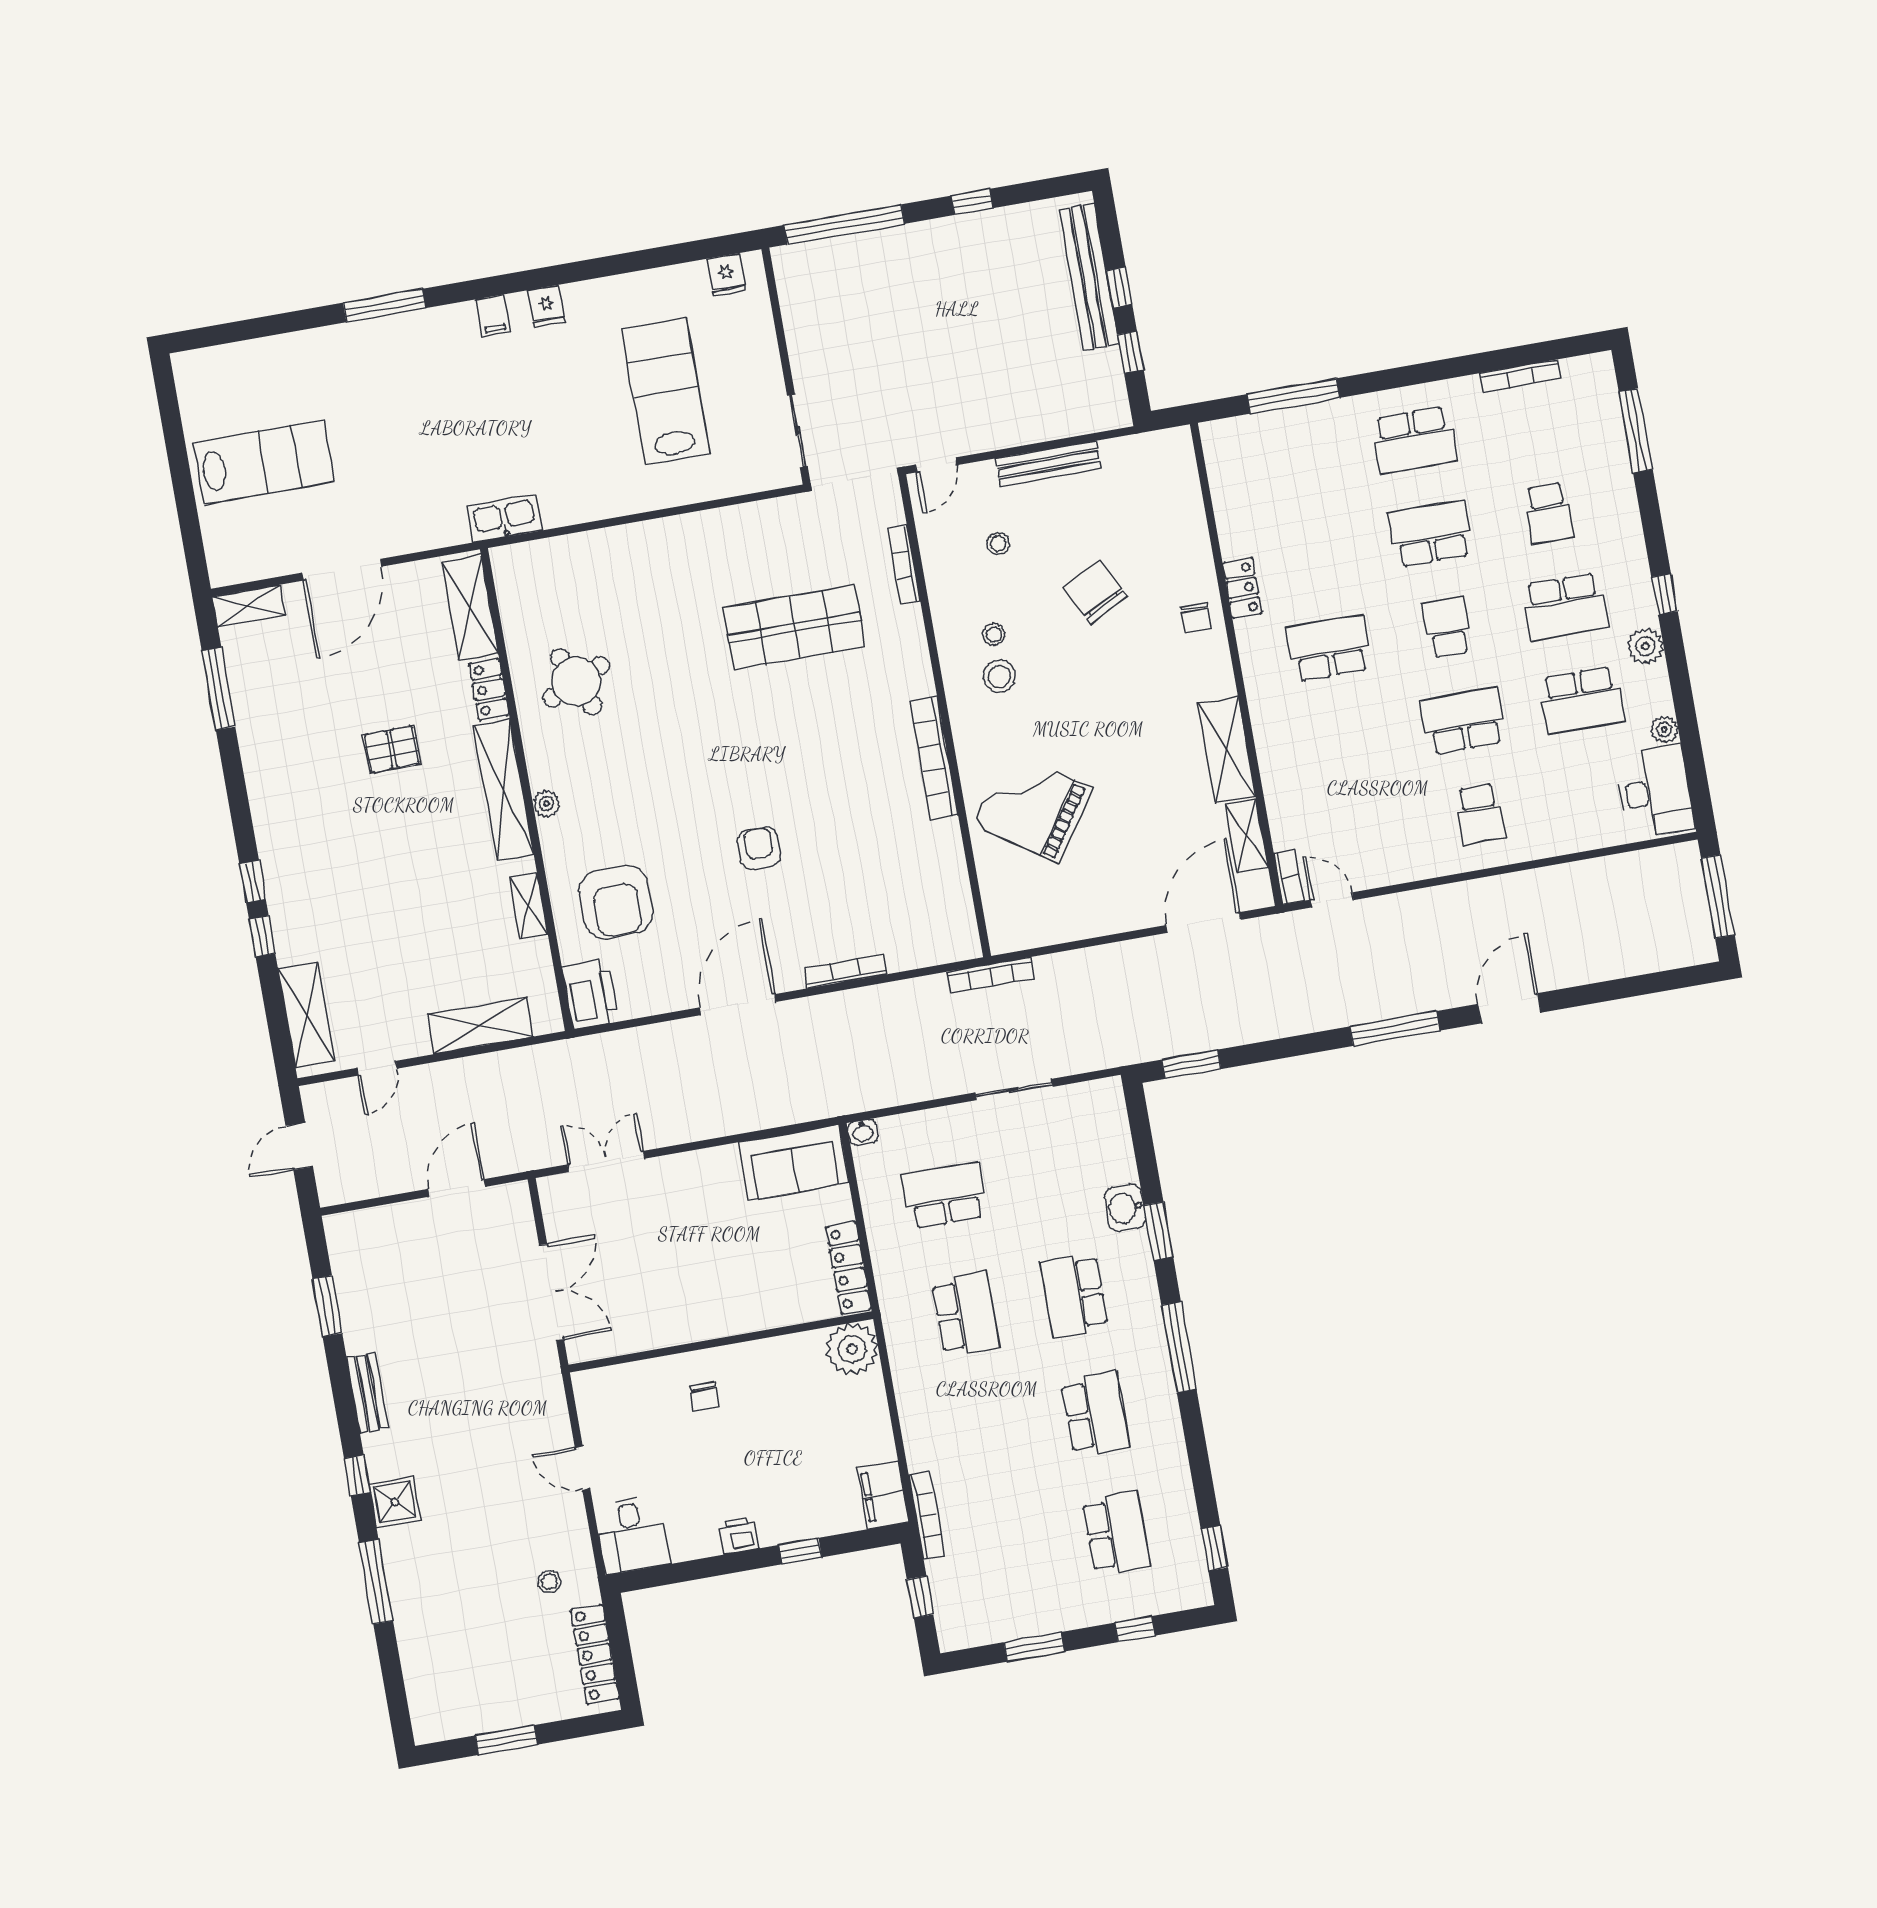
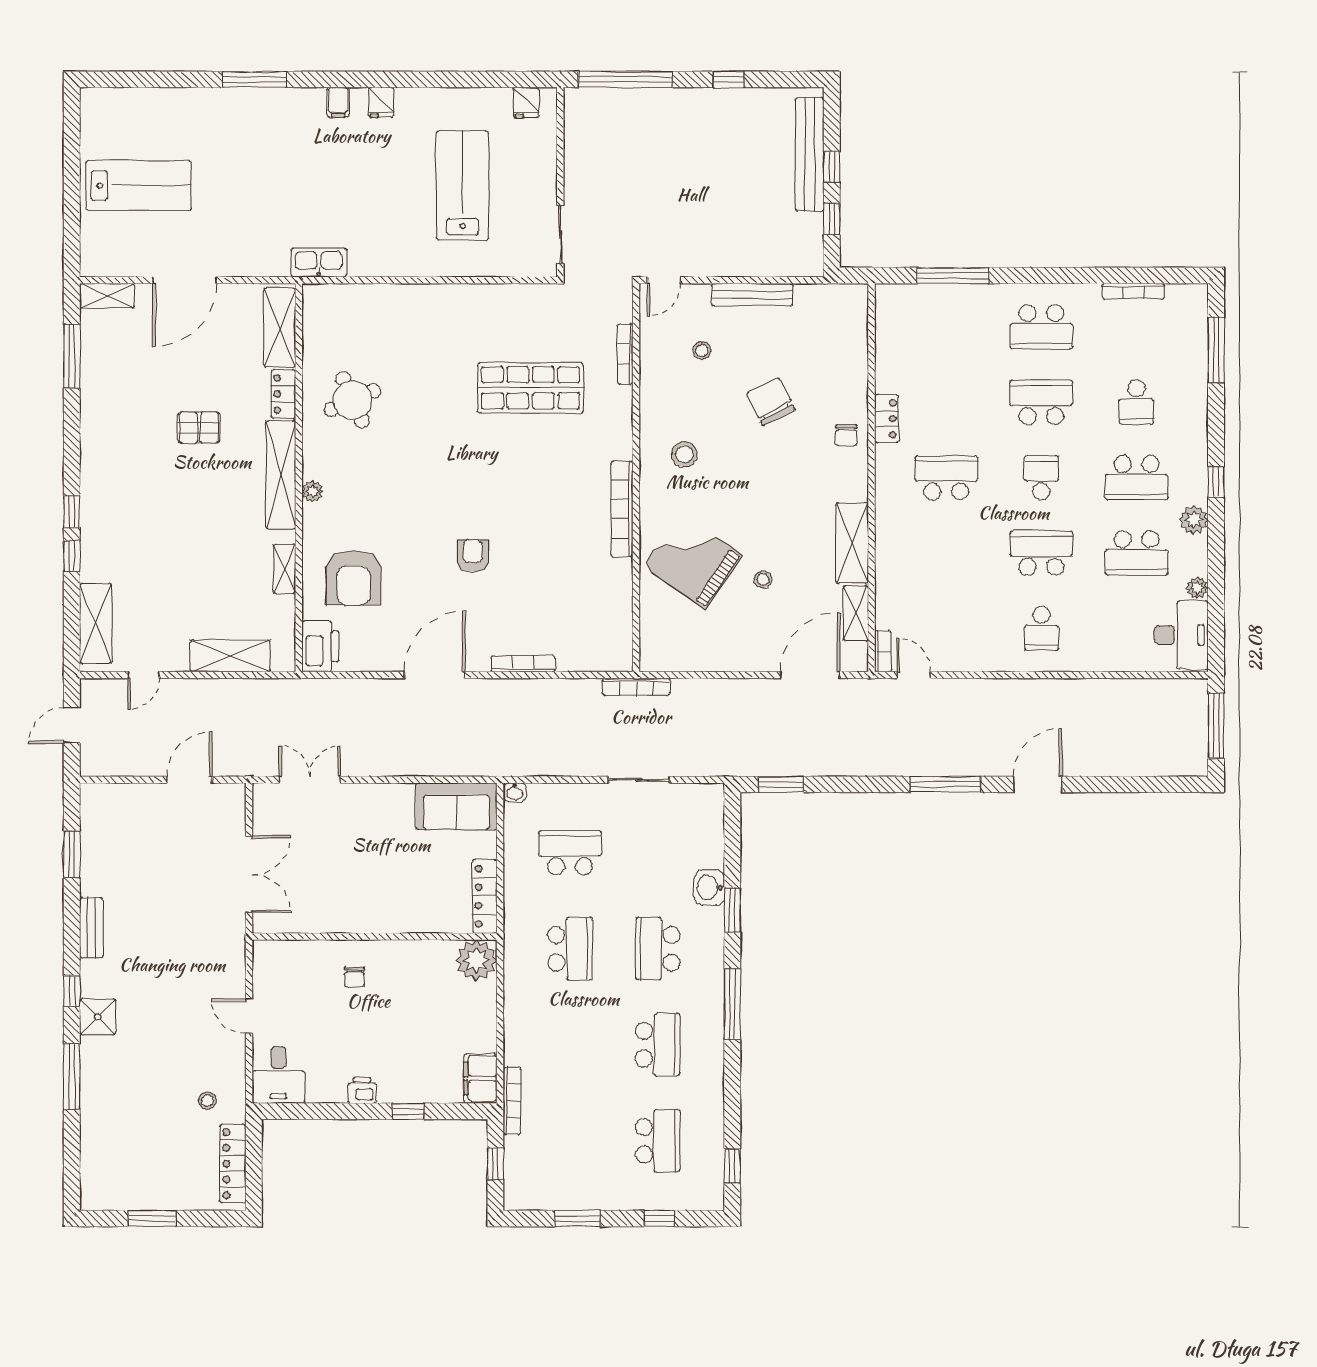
stool: (994, 635) -> (763, 579), moved

